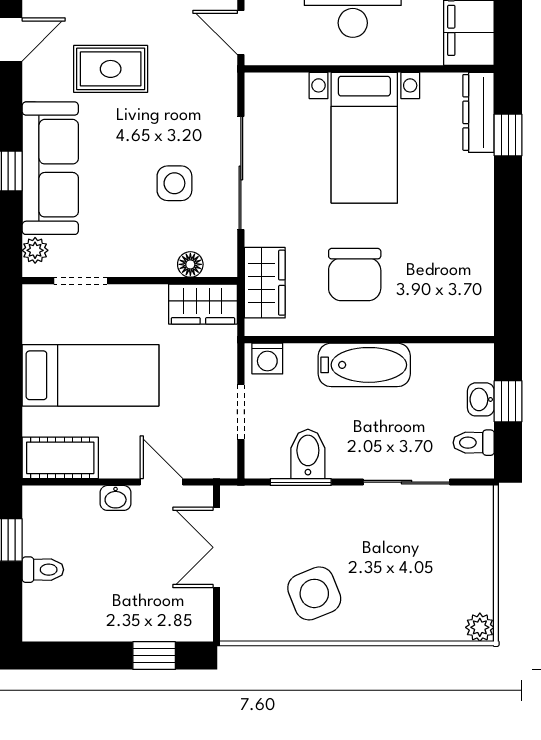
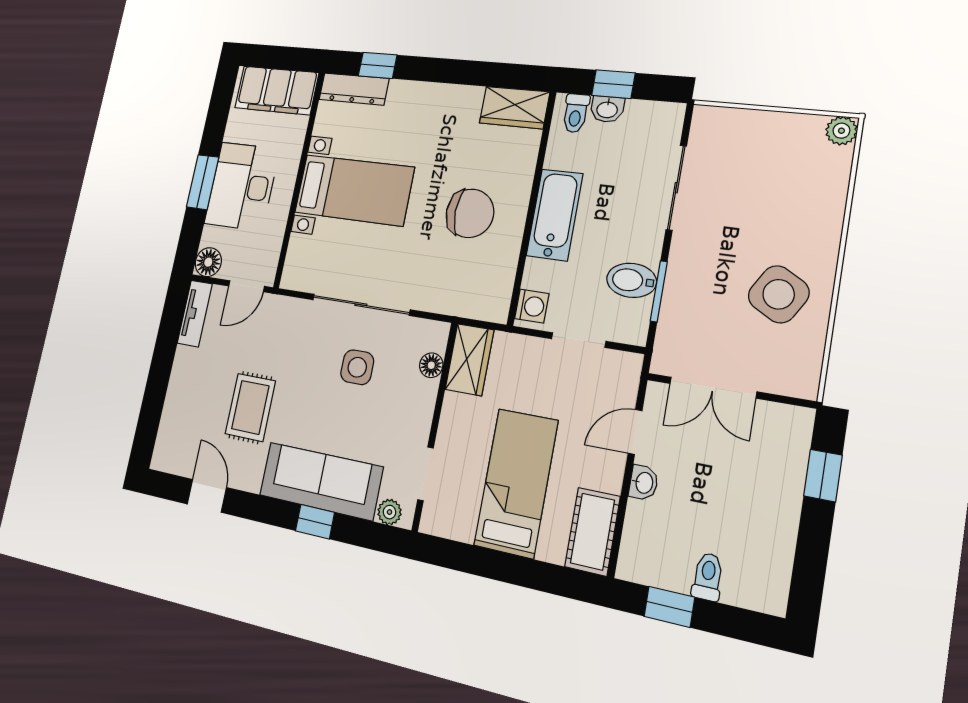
wardrobe: (265, 283) -> (514, 108), moved, turned 180
toilet: (474, 443) -> (576, 113), moved
side table: (314, 593) -> (779, 294), turned -38

